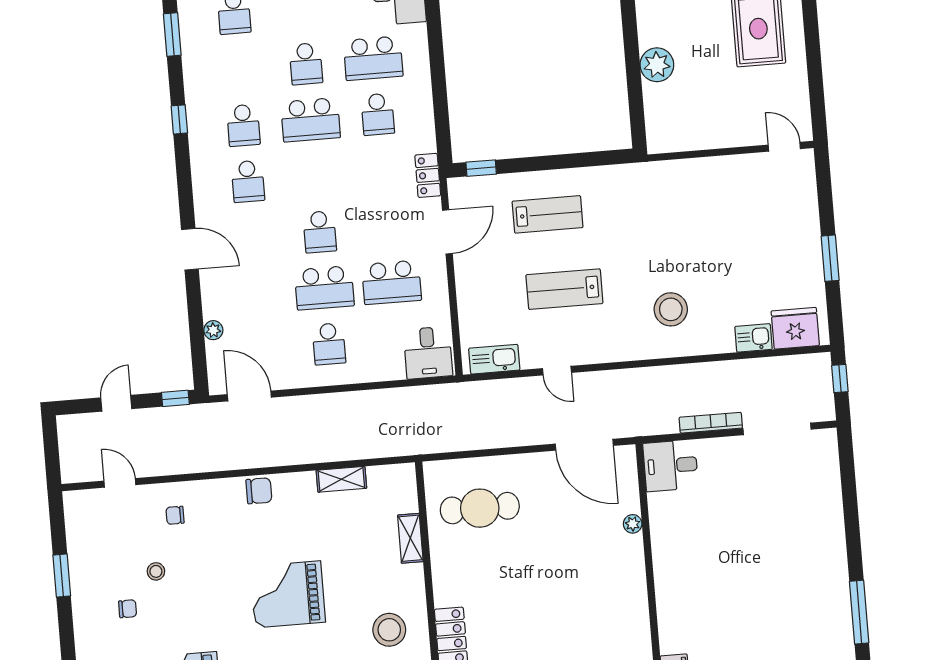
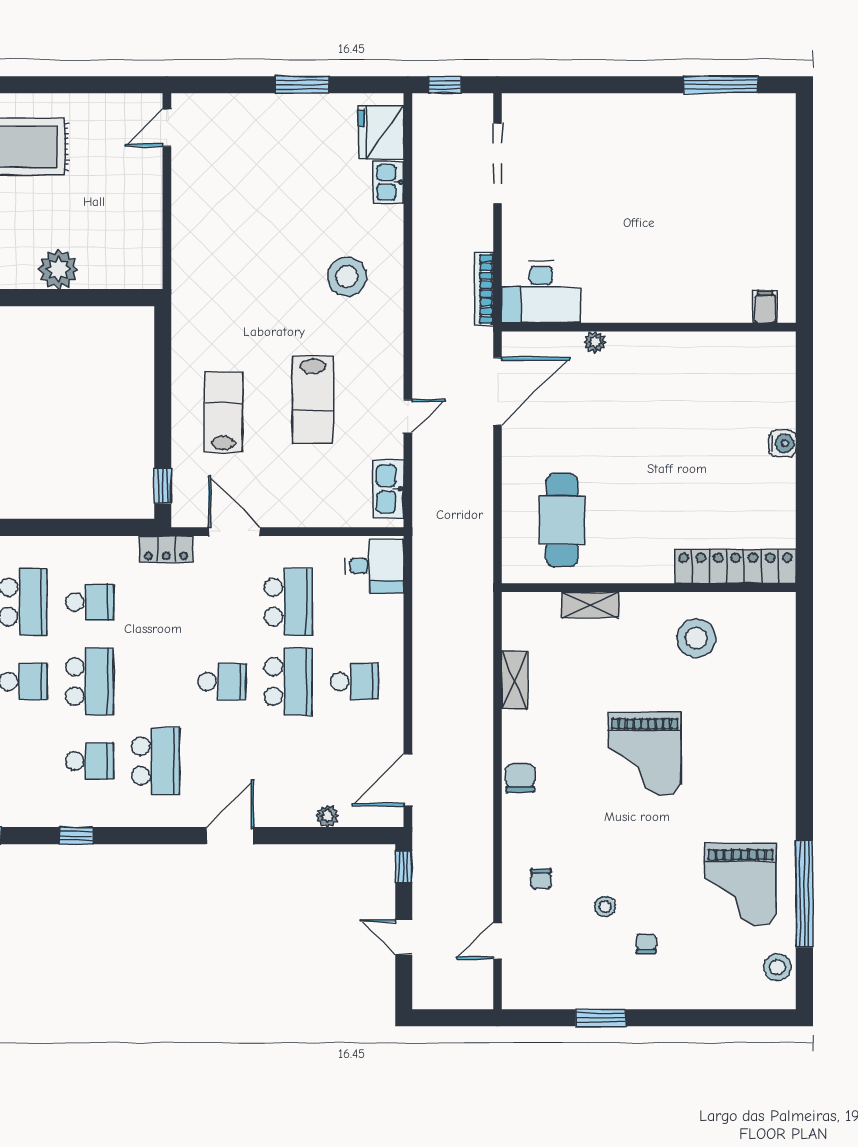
school desk: (248, 181) -> (156, 761), width x1.85
bookcase: (711, 423) -> (484, 289), moved
desk: (671, 466) -> (541, 292), width x1.37

